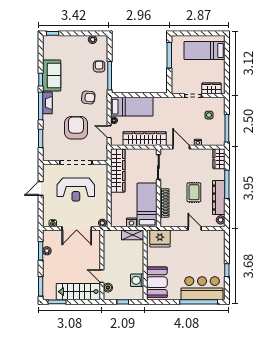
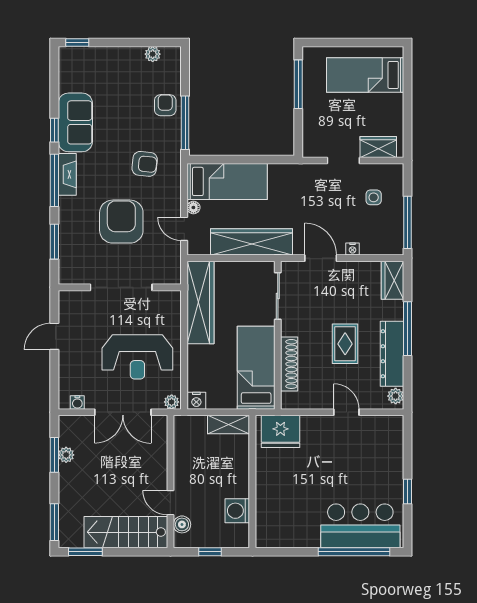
reception desk: (76, 190) -> (137, 357), moved
nightstand: (131, 222) -> (196, 401), moved
booth: (157, 282) -> (275, 514), removed

